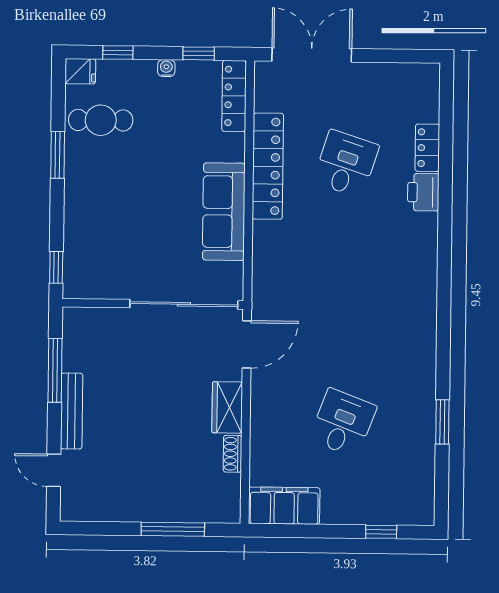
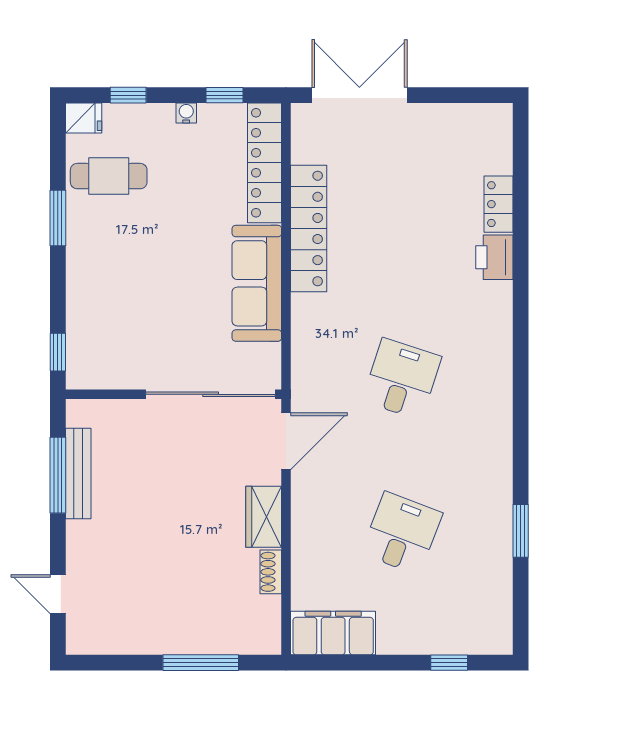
locker: (234, 96) -> (265, 163), width x1.41, depth x1.21
desk: (346, 164) -> (402, 379), moved
bench: (72, 411) -> (78, 474), moved

